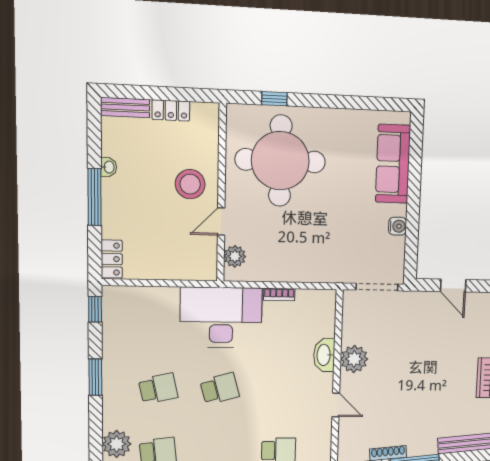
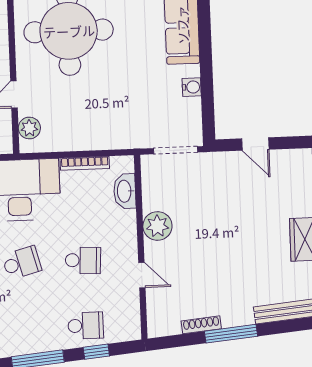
bookcase: (279, 294) -> (85, 163), width x1.56
washbasin: (324, 355) -> (125, 191), moved
school desk: (280, 389) -> (83, 260), added

